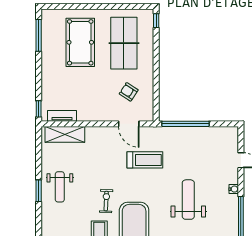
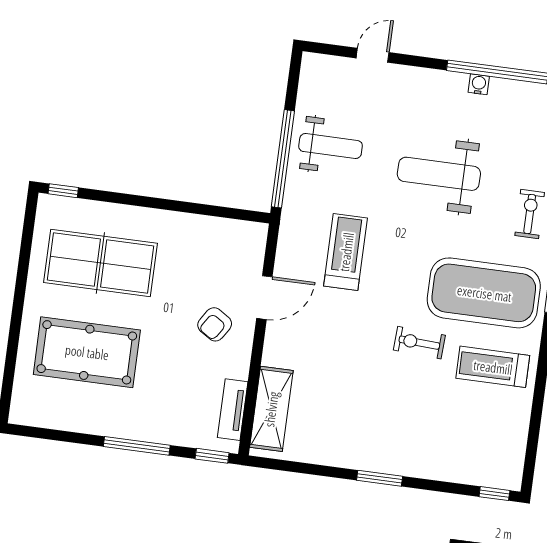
window: (39, 35) -> (137, 446), moved
armchair: (129, 92) -> (215, 324), moved
door: (129, 124) -> (264, 298), moved
weight bench: (60, 187) -> (331, 146), moved
water cooler: (234, 189) -> (479, 84), moved

